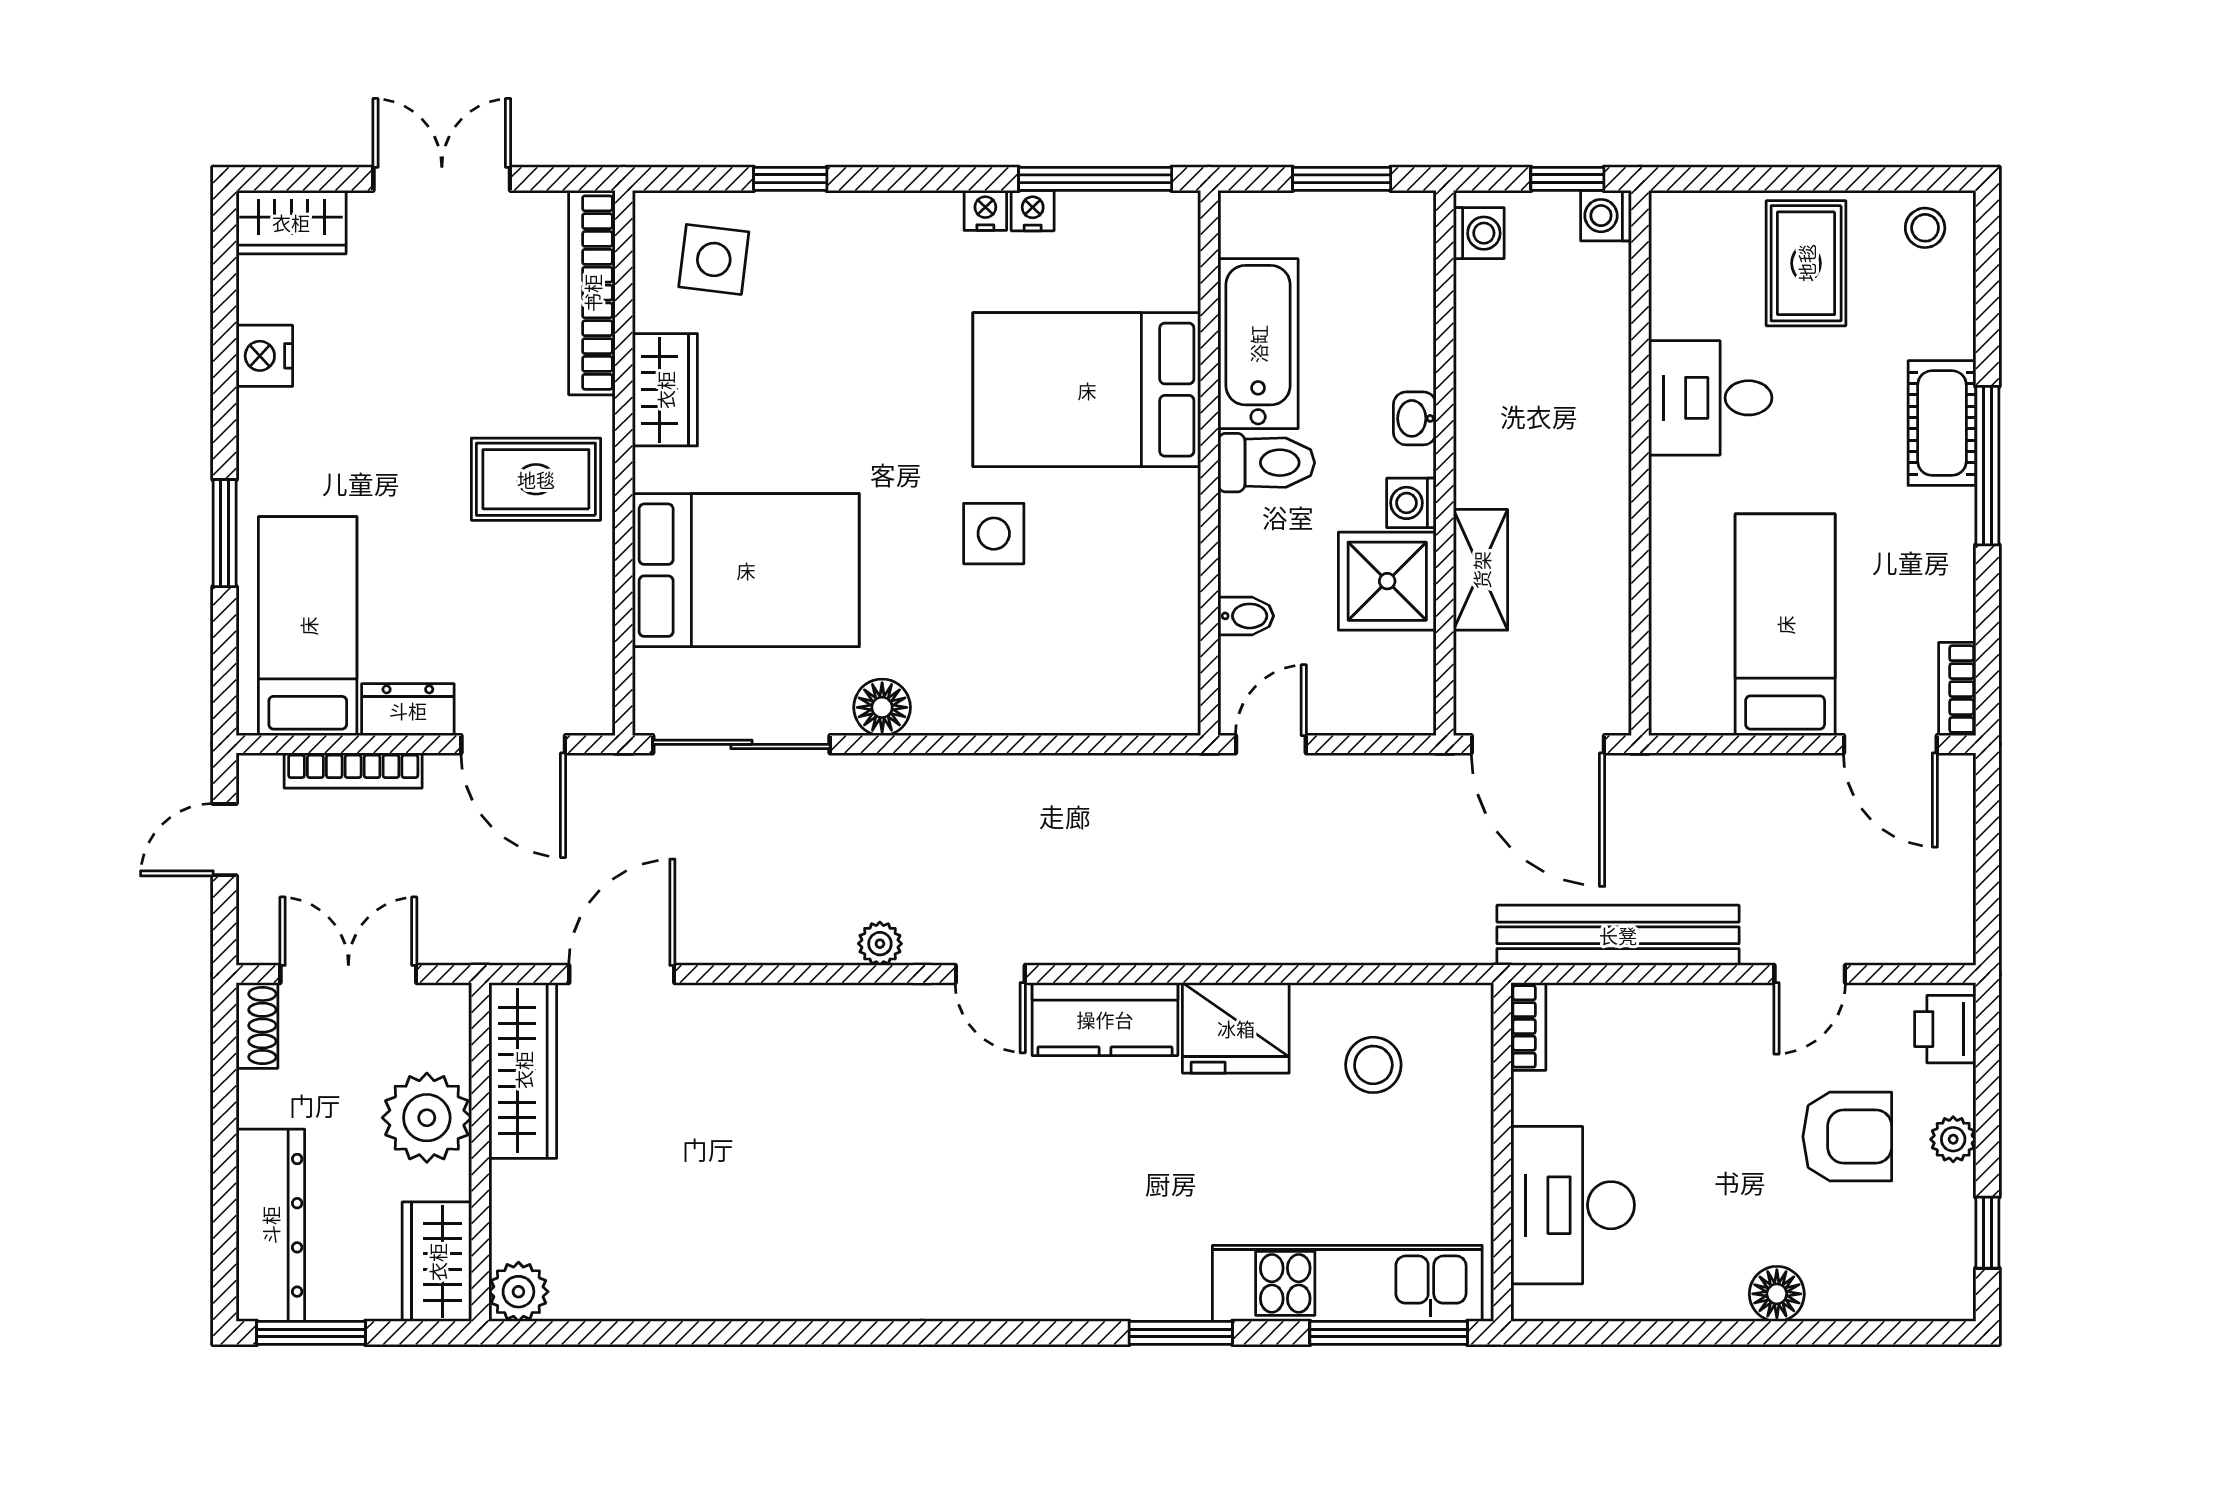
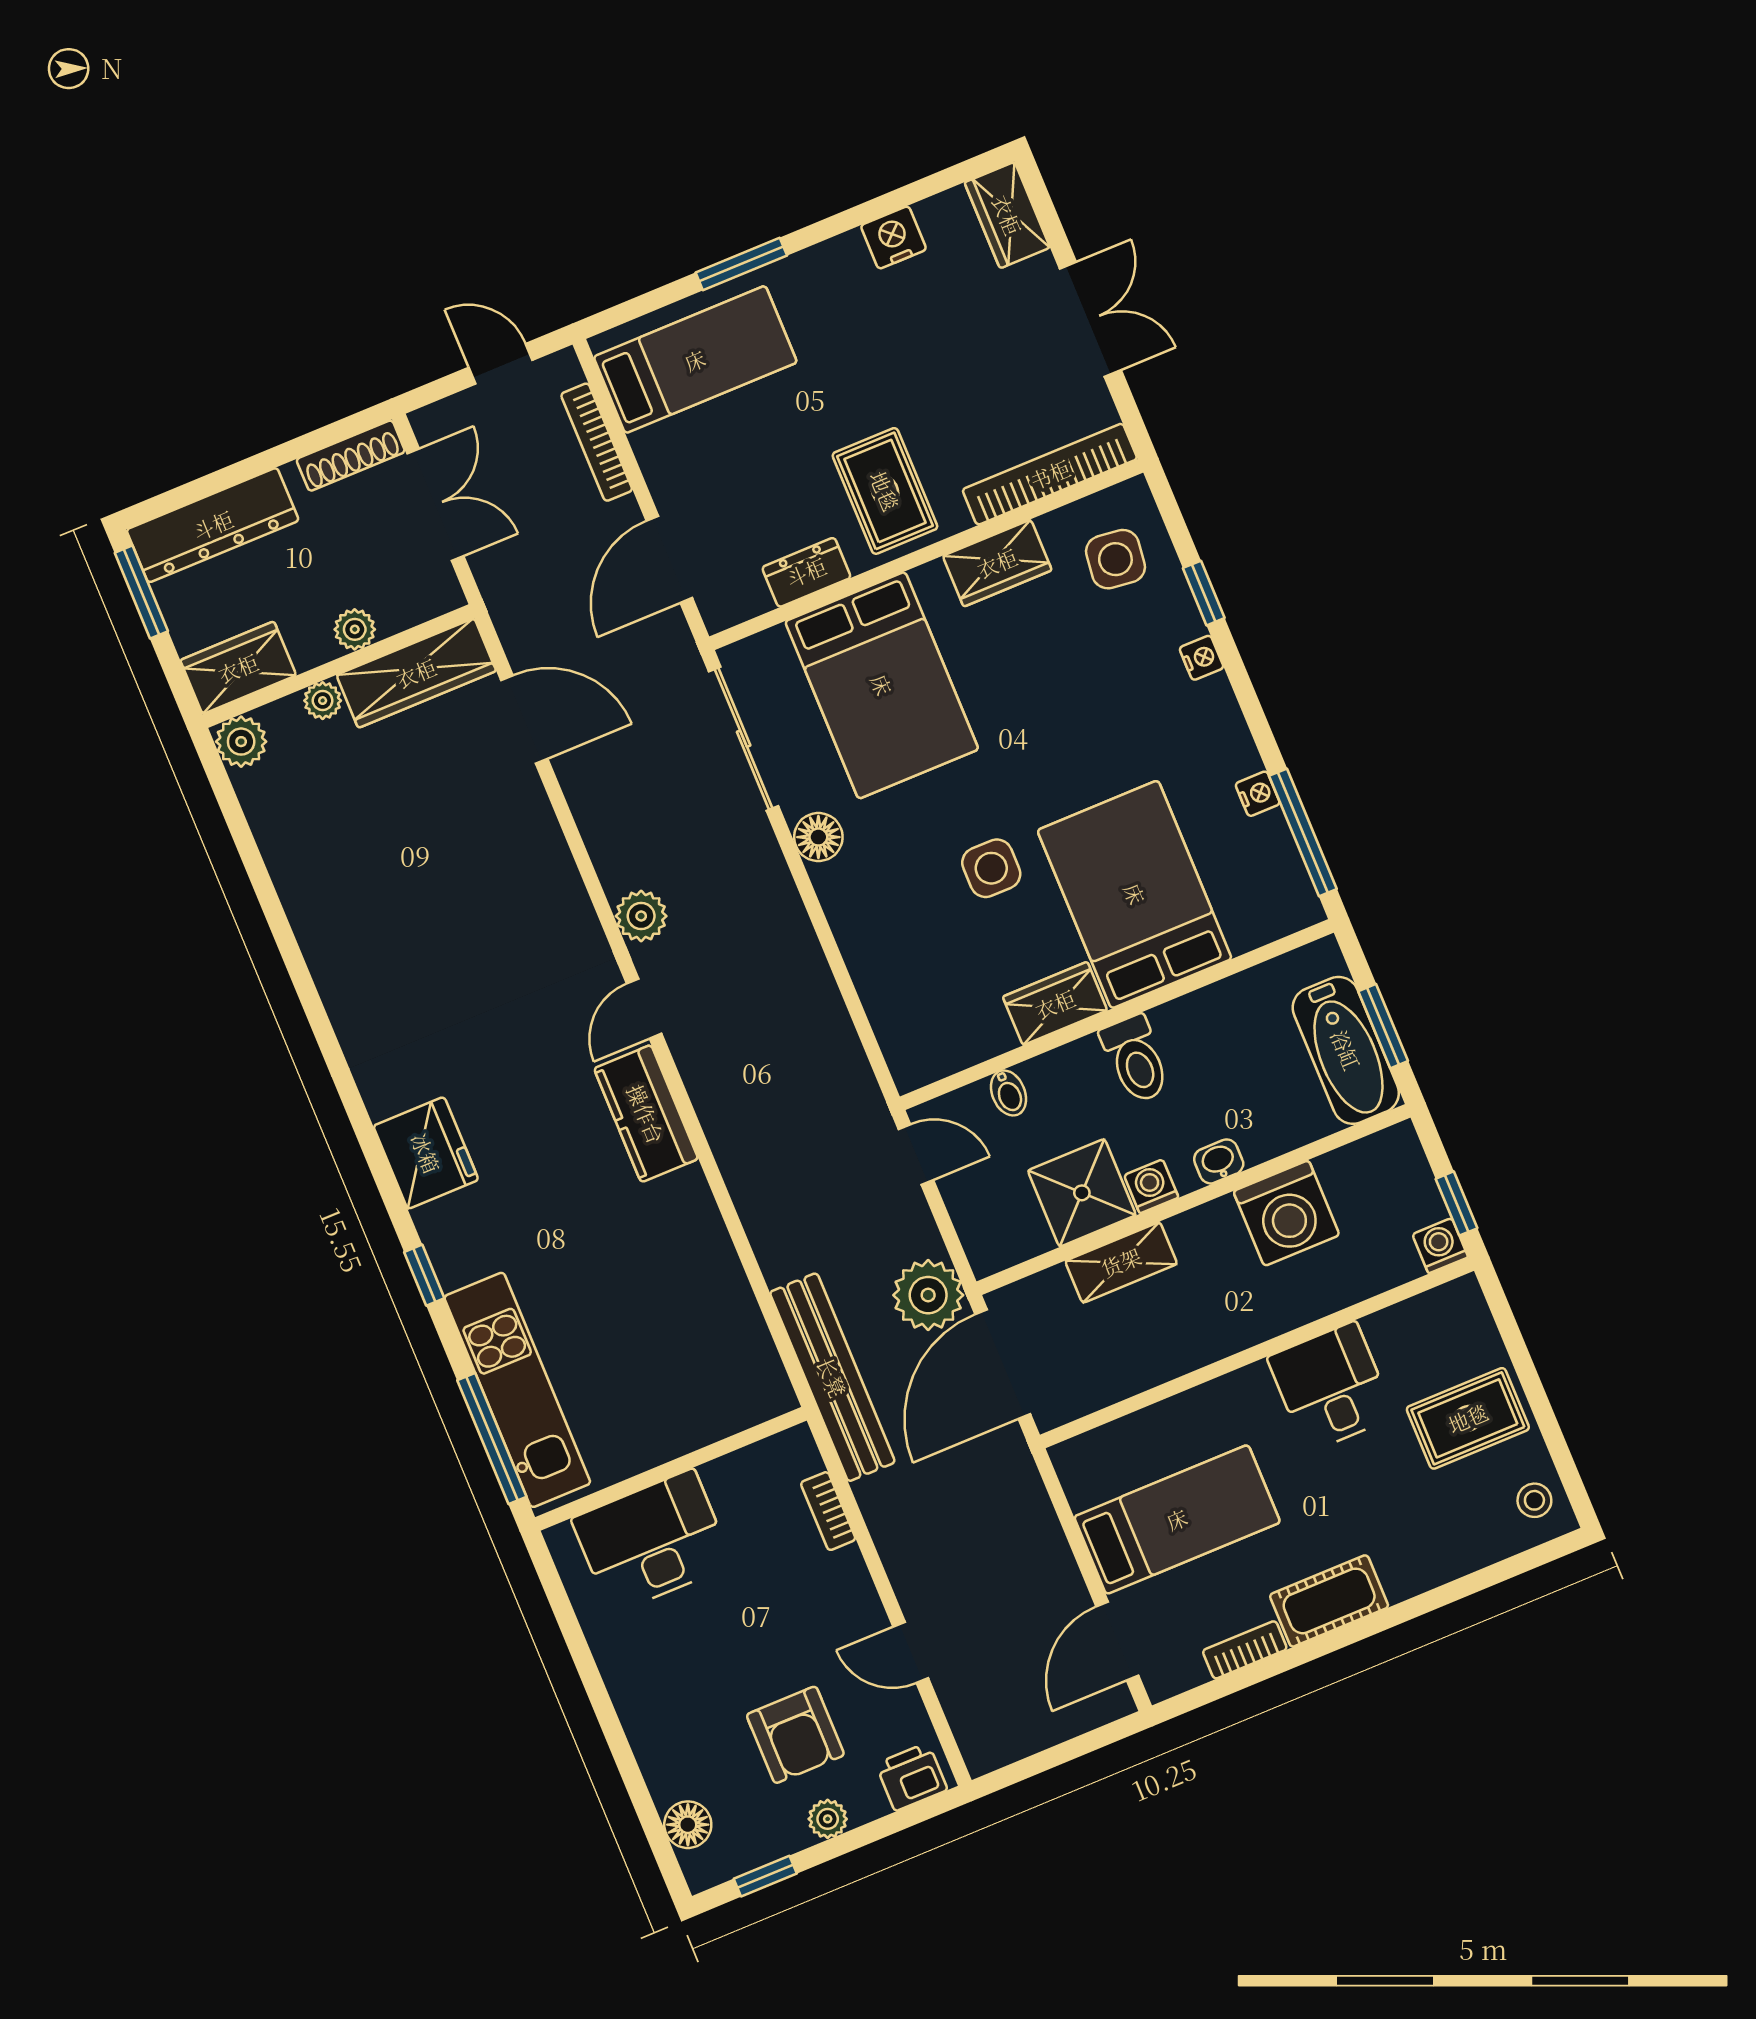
nightstand: (985, 210) -> (1202, 658), moved
washing machine: (1479, 233) -> (1286, 1213), moved, width x1.89, depth x1.89
bathtub: (1258, 344) -> (1346, 1050), moved, turned 90
cot: (1942, 423) -> (1329, 1601), moved
window: (1987, 466) -> (1368, 1627), removed
wardrobe: (1169, 525) -> (1055, 1004), added
bookcase: (1957, 689) -> (1245, 1650), moved
dresser: (408, 710) -> (806, 572), moved, turned -90
plant: (1429, 794) -> (928, 1295), added
bench: (1618, 935) -> (832, 1377), moved
plant: (880, 944) -> (641, 916), width x1.38, depth x1.38
shoe rack: (257, 1025) -> (351, 456), width x1.43
bookcase: (1528, 1026) -> (828, 1511), moved, turned 90
fridge: (1236, 1028) -> (426, 1153), moved, turned 180
stool: (1373, 1065) -> (697, 1339), removed
plant: (427, 1118) -> (355, 629), width x0.53, depth x0.53
plant: (511, 1185) -> (323, 701), added
floor lamp: (1777, 1294) -> (688, 1825), moved
window: (1181, 1333) -> (424, 1275), width x0.67

